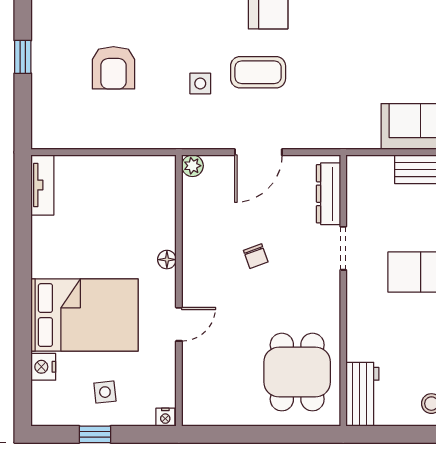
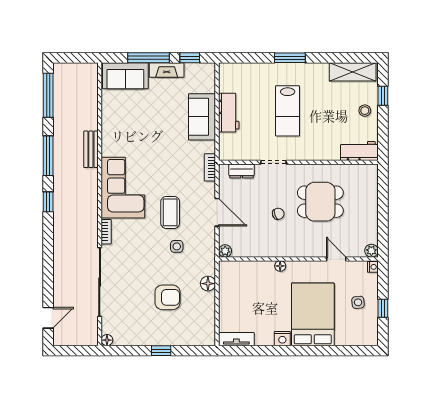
floor lamp: (137, 137) -> (208, 284), added
bookcase: (335, 140) -> (210, 167), added
dresser: (328, 194) -> (242, 171), width x0.70
door: (179, 324) -> (336, 259), moved
nightstand: (43, 367) -> (282, 339), moved
dining table: (297, 372) -> (320, 202), moved
plant: (193, 415) -> (371, 251), added

